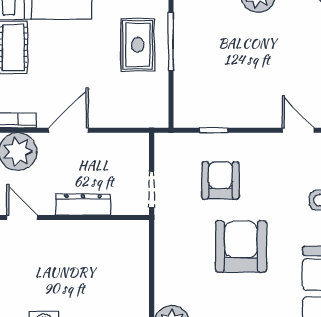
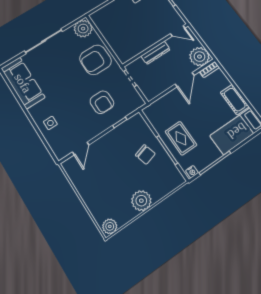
chair: (208, 57) -> (145, 154), added
door: (298, 130) -> (81, 148), hinge flipped
armchair: (241, 247) -> (95, 60), moved, turned 90

